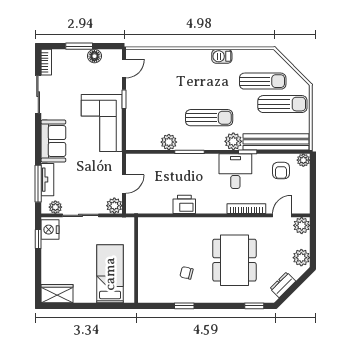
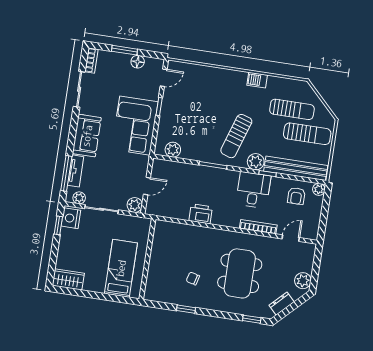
sun lounger: (209, 118) -> (236, 136), turned 108
plant: (169, 142) -> (173, 150), moved
plant: (302, 225) -> (308, 251), removed

